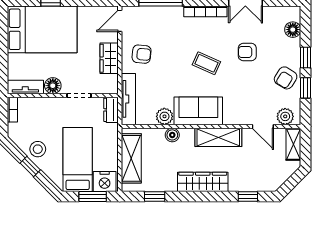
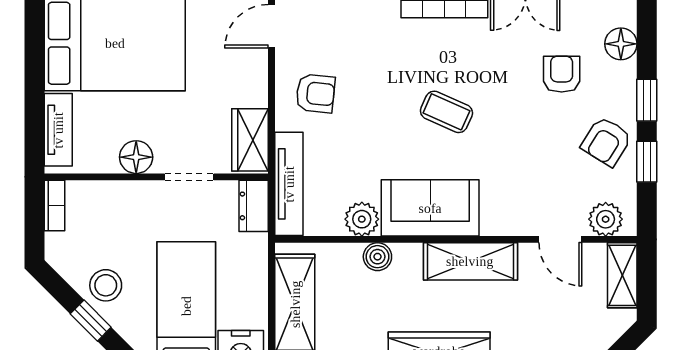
armchair: (247, 52) -> (562, 74), moved, turned 90
wardrobe: (109, 58) -> (250, 140), moved
tv unit: (25, 87) -> (58, 130), moved, turned 90

